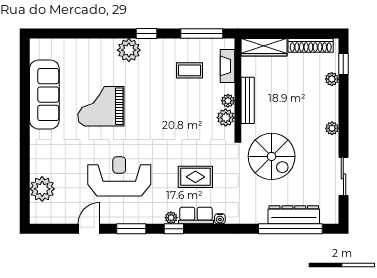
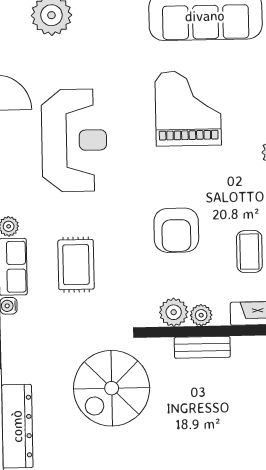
bench: (248, 100) -> (202, 347), width x0.73
armchair: (176, 115) -> (176, 230), added

